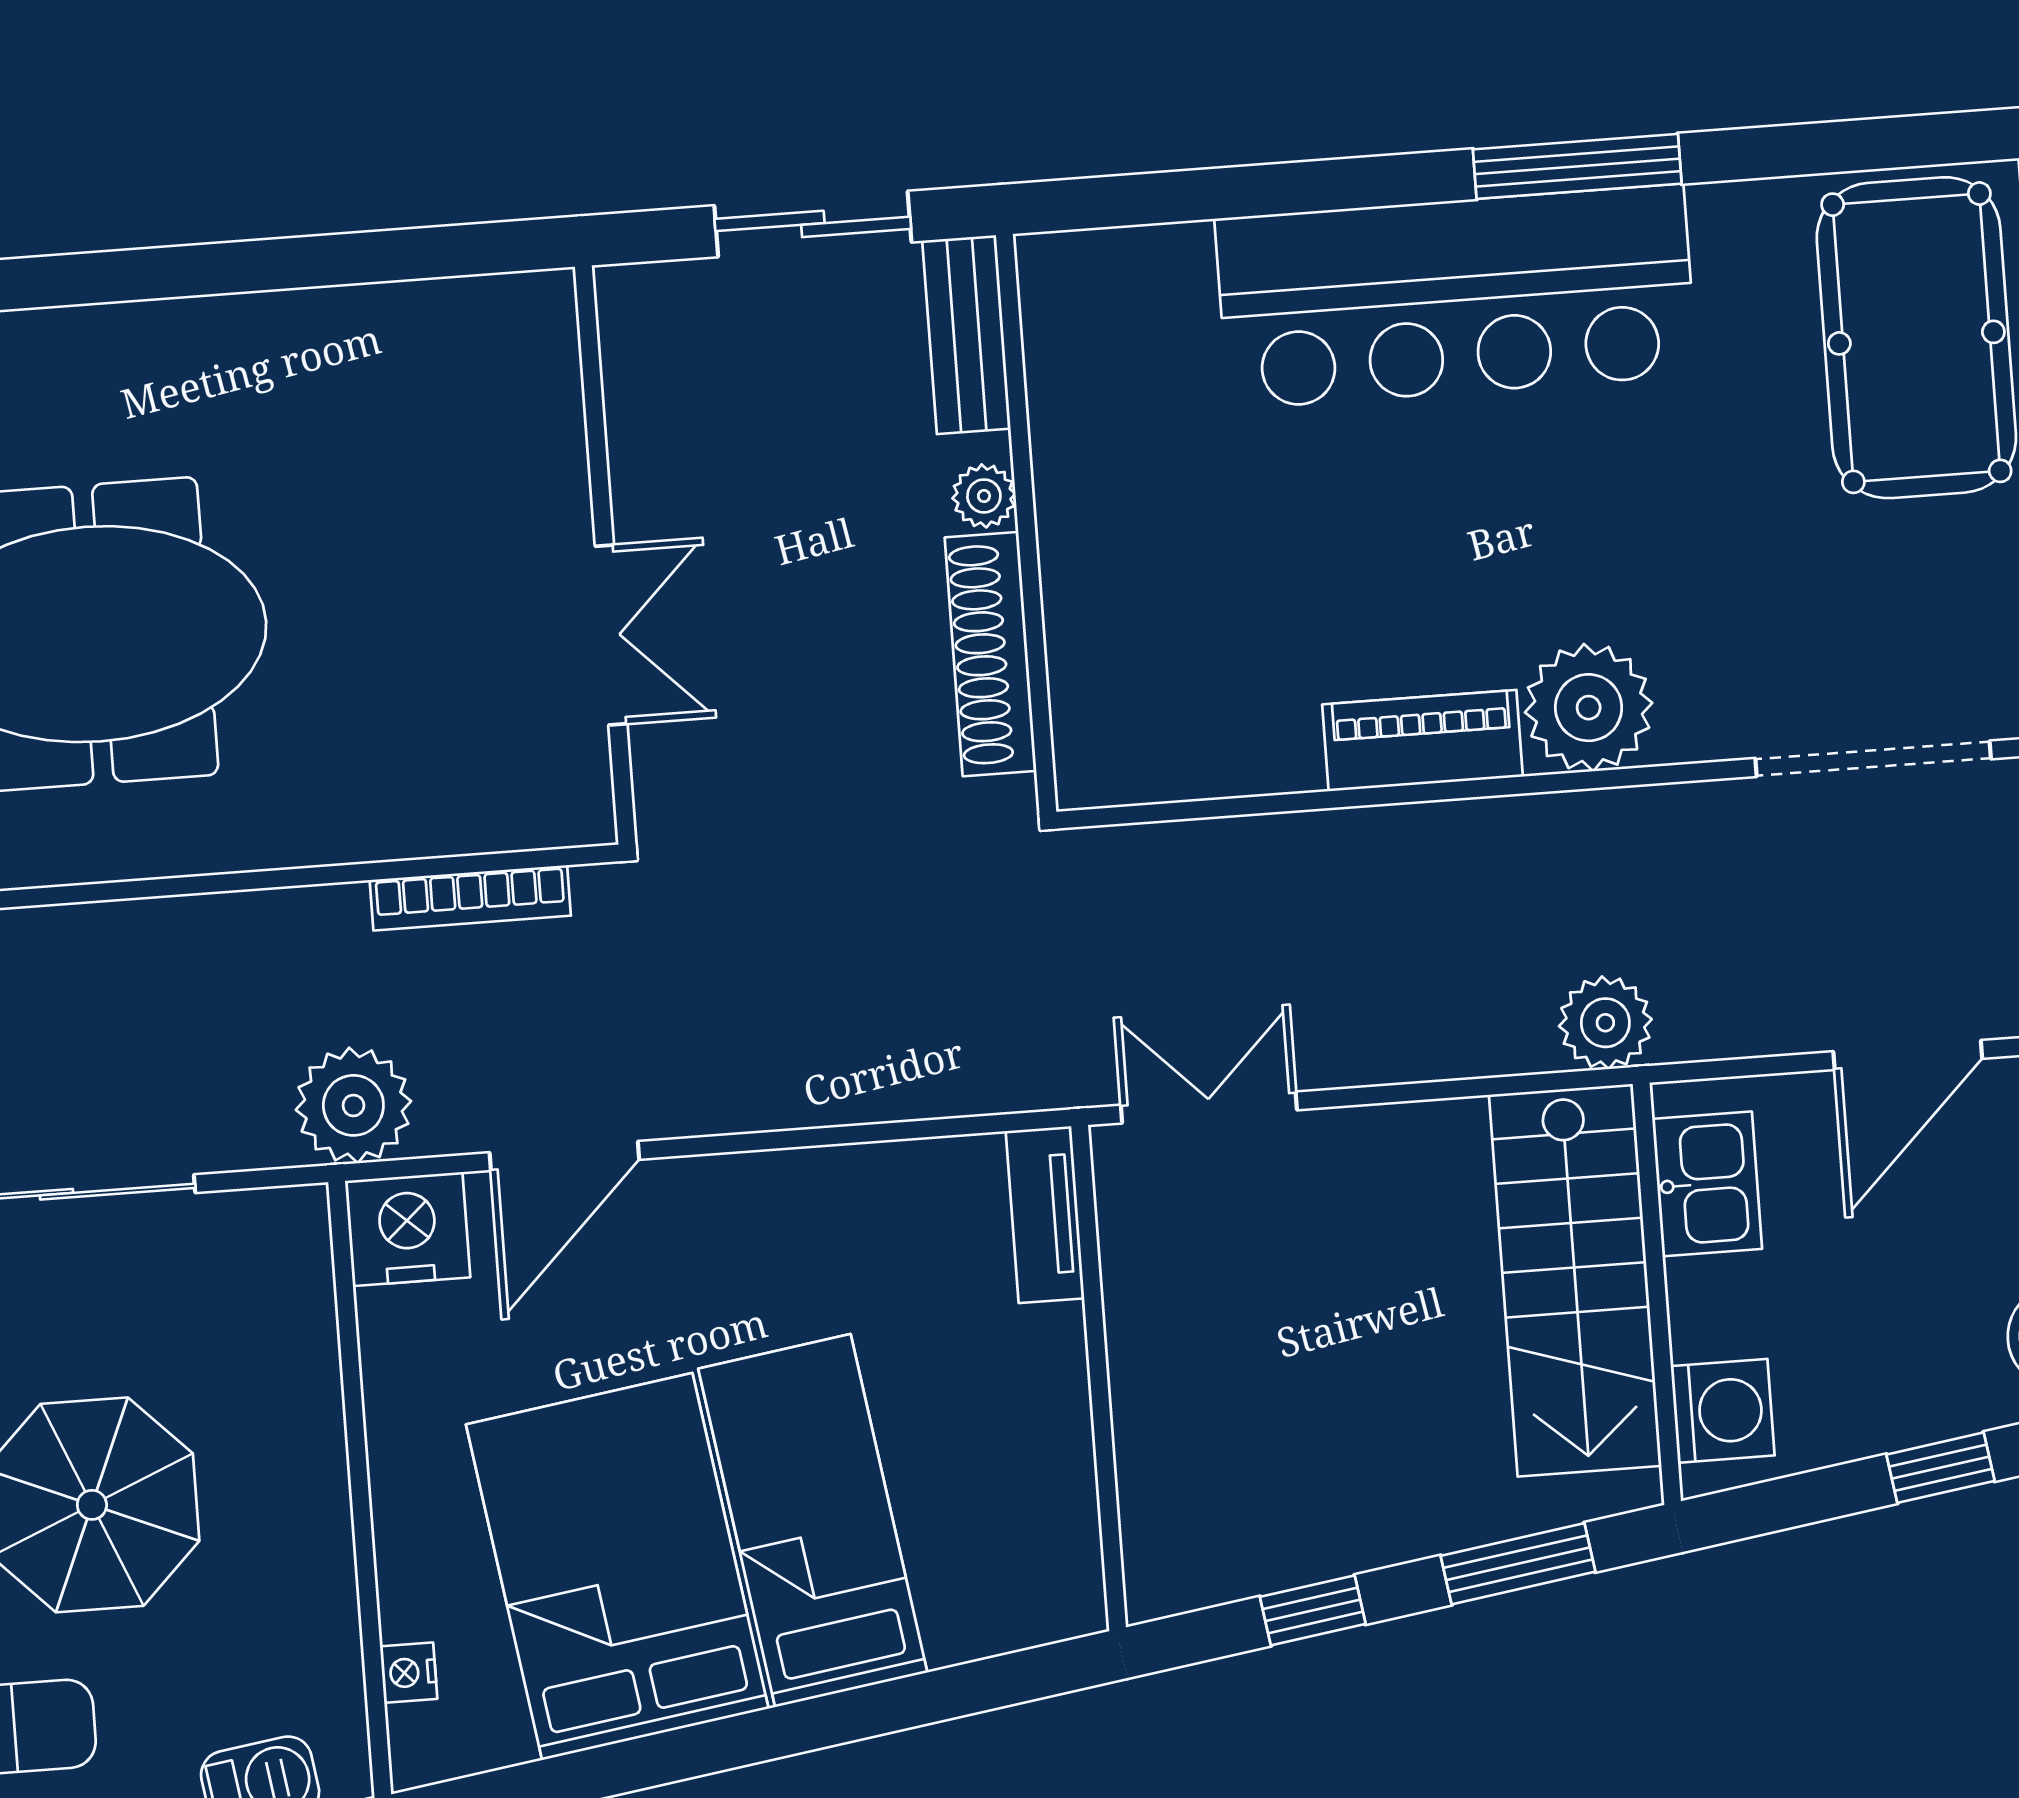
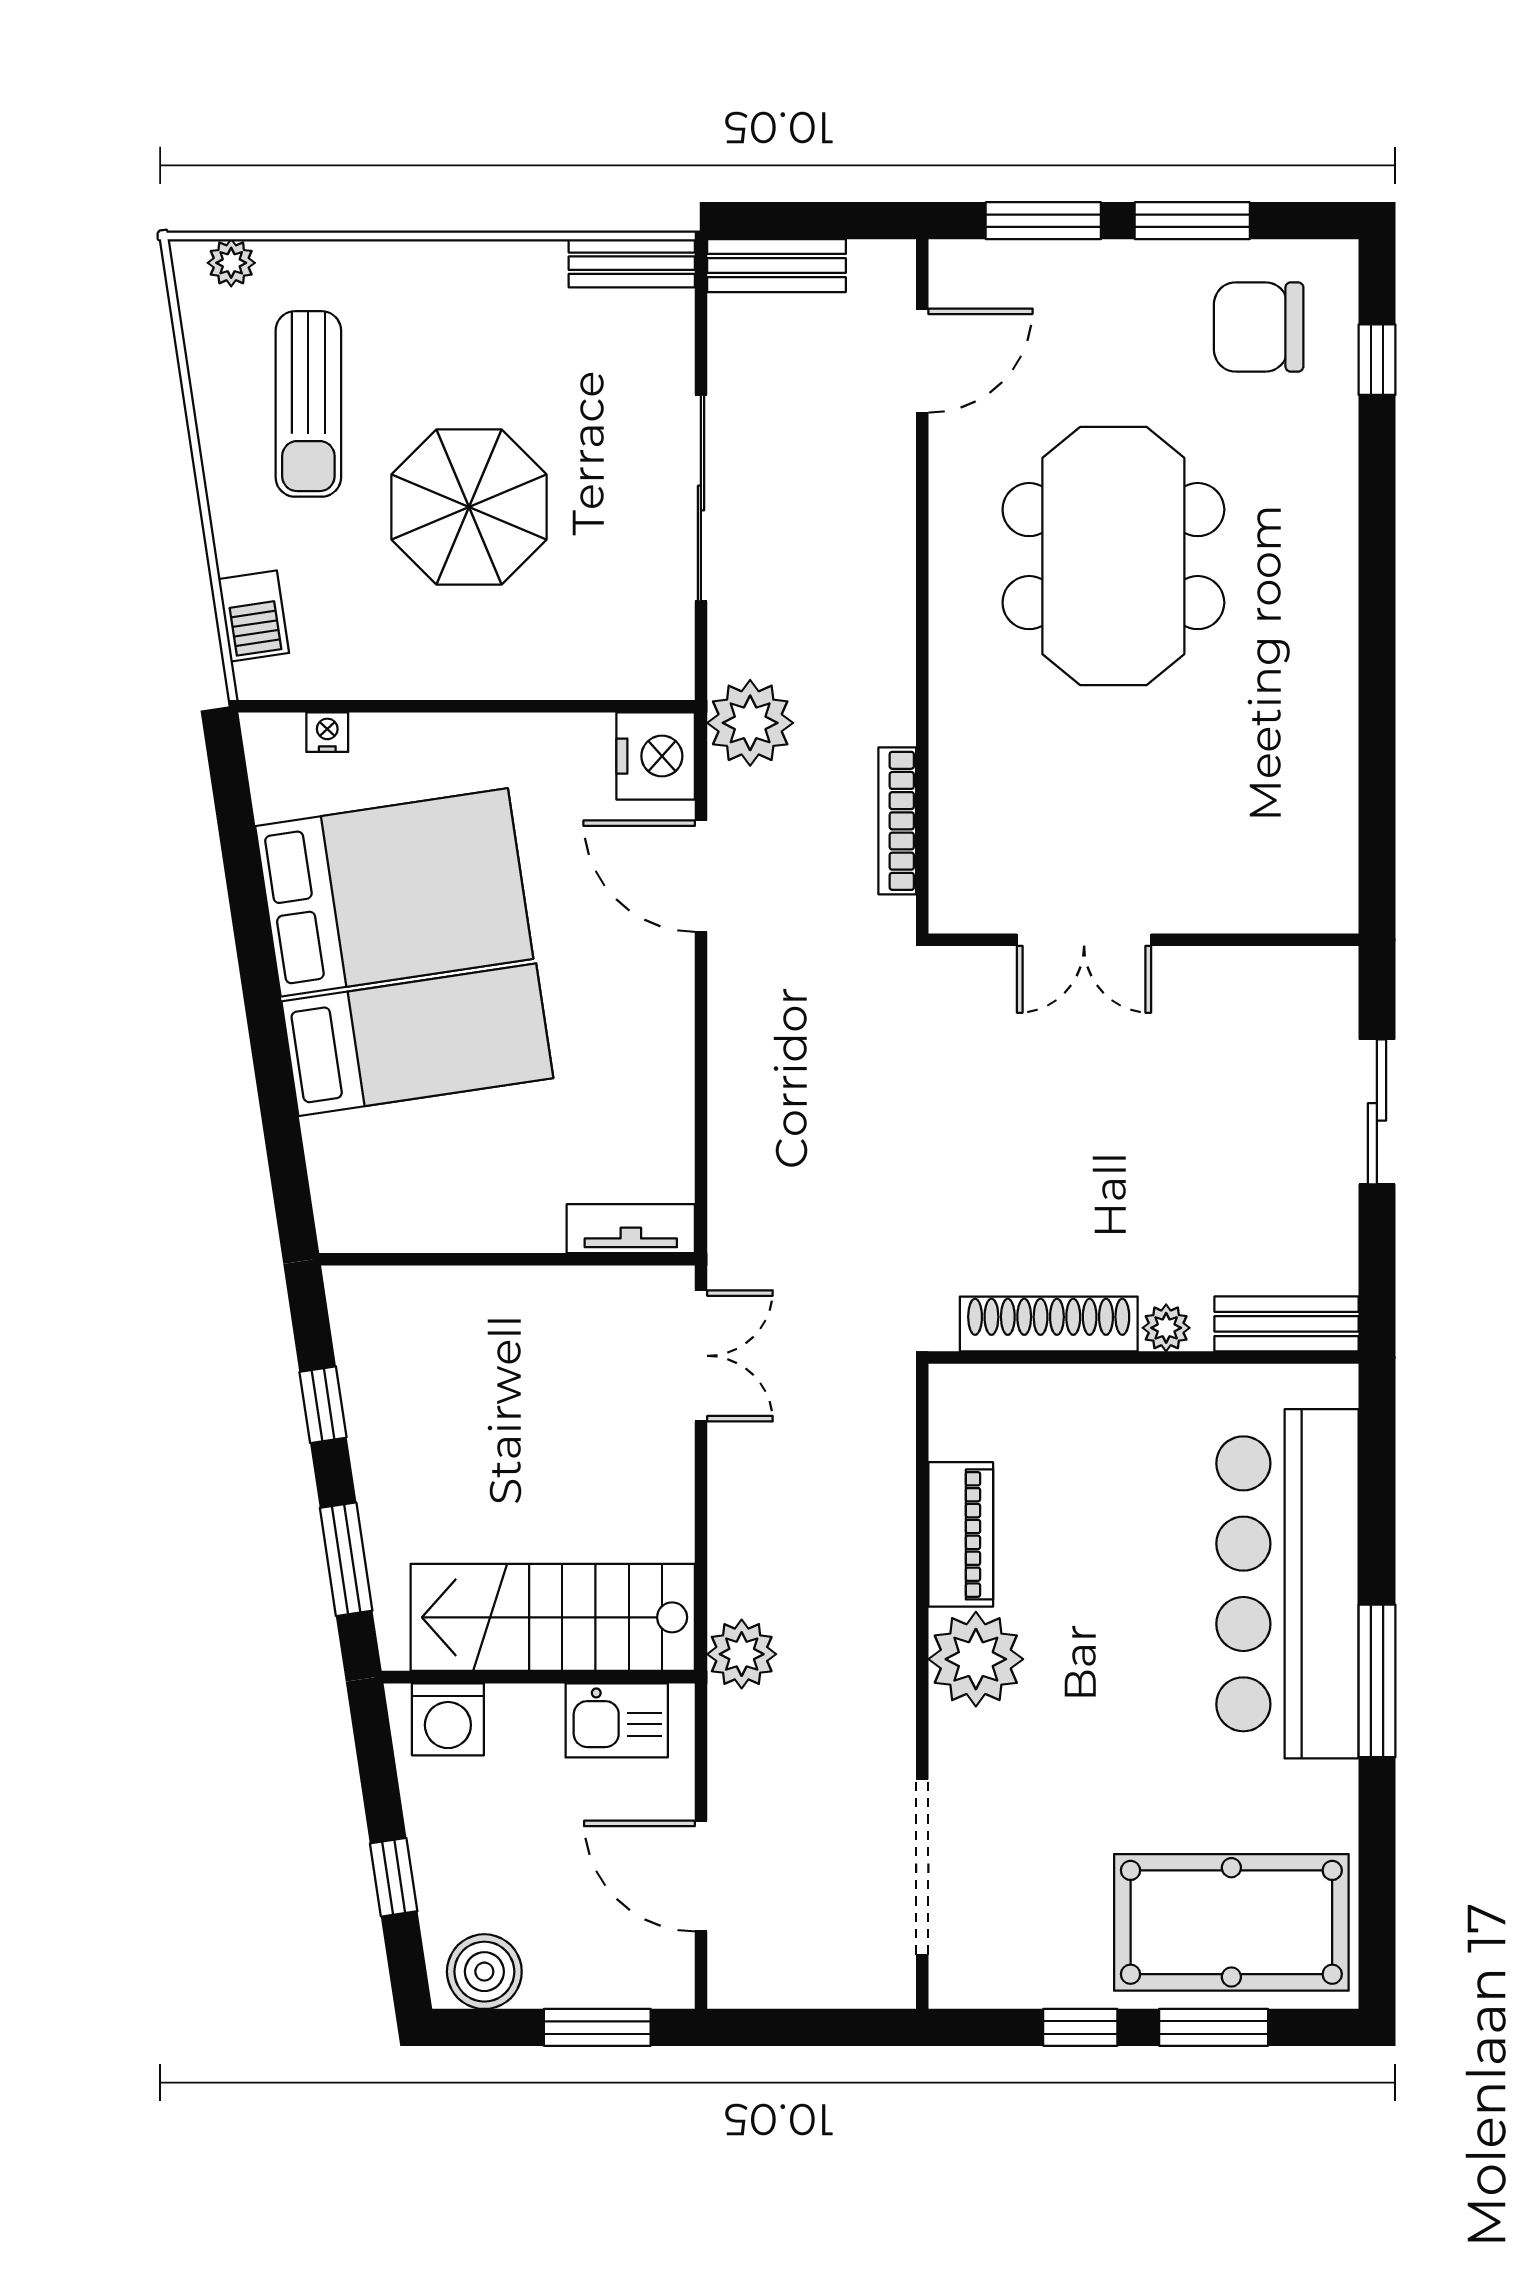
bench: (966, 335) -> (1287, 1324), moved
plant: (984, 496) -> (1166, 1328), moved
wall: (1026, 523) -> (1143, 1358), moved
shoe rack: (991, 654) -> (1049, 1324), moved

